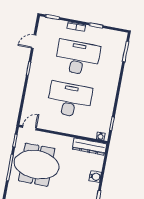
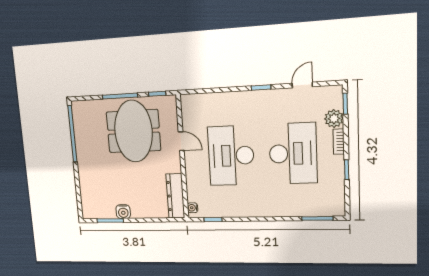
plant: (60, 26) -> (334, 119), added
door: (34, 42) -> (302, 85), hinge flipped
desk: (70, 100) -> (231, 156), turned 180
door: (29, 128) -> (181, 141), moved
water cooler: (95, 177) -> (123, 212), moved

